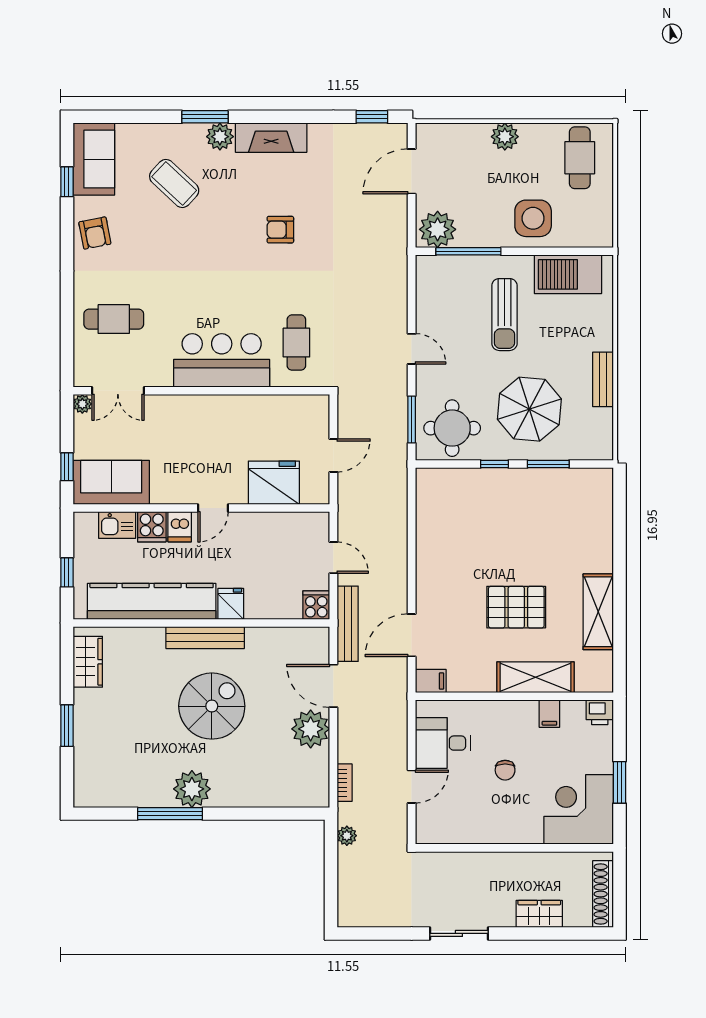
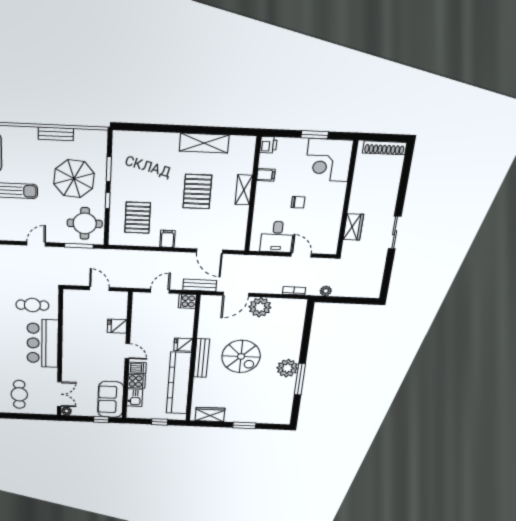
fridge: (274, 483) -> (117, 326), width x0.53, depth x0.75
pallet: (466, 514) -> (138, 218), added
bench: (348, 624) -> (200, 285), width x0.73
shelving: (535, 677) -> (244, 190), width x0.67, depth x0.75
filing cabinet: (431, 681) -> (167, 239), moved
spiral stairs: (212, 706) -> (241, 356), turned 180
wardrobe: (539, 914) -> (353, 227), moved, turned 180

